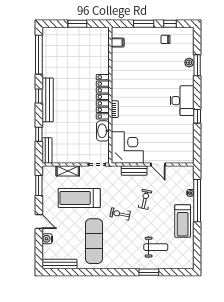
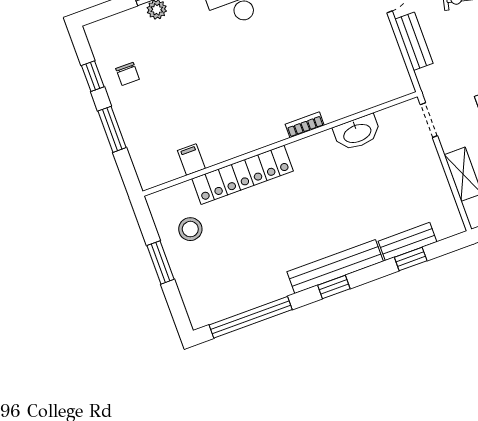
stool: (87, 42) -> (190, 229), added
filing cabinet: (118, 43) -> (191, 160), moved
locker: (103, 97) -> (243, 175), moved
corner desk: (127, 147) -> (373, 72), removed
bench: (47, 151) -> (407, 241), moved

